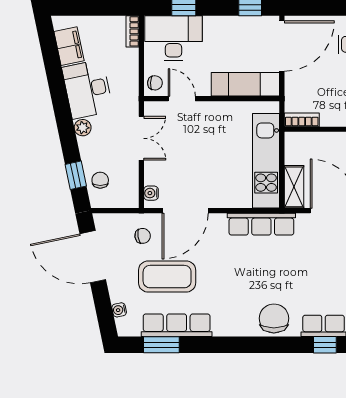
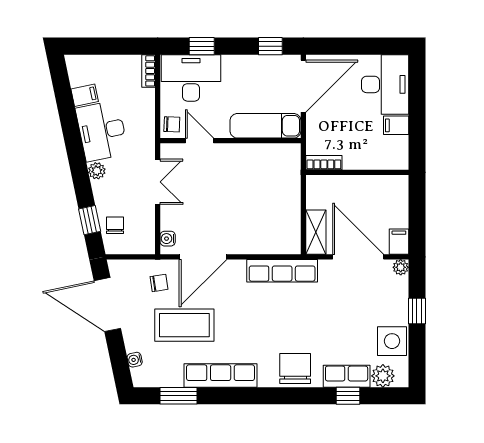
filing cabinet: (69, 46) -> (85, 95), width x0.50
kitchen unit: (266, 161) -> (287, 205), removed
row of seats: (177, 325) -> (221, 376), moved

